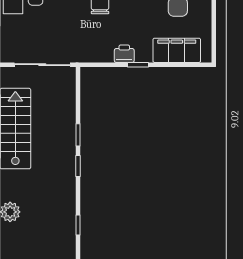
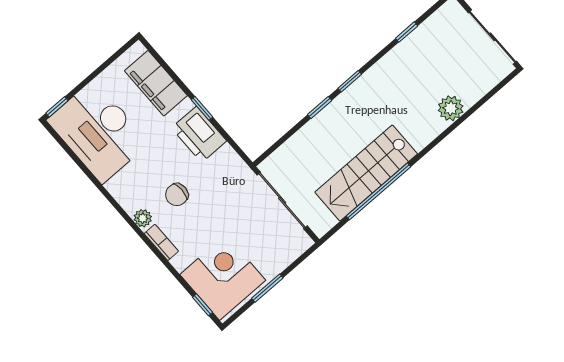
printer: (124, 54) -> (199, 134), width x1.87, depth x1.48

